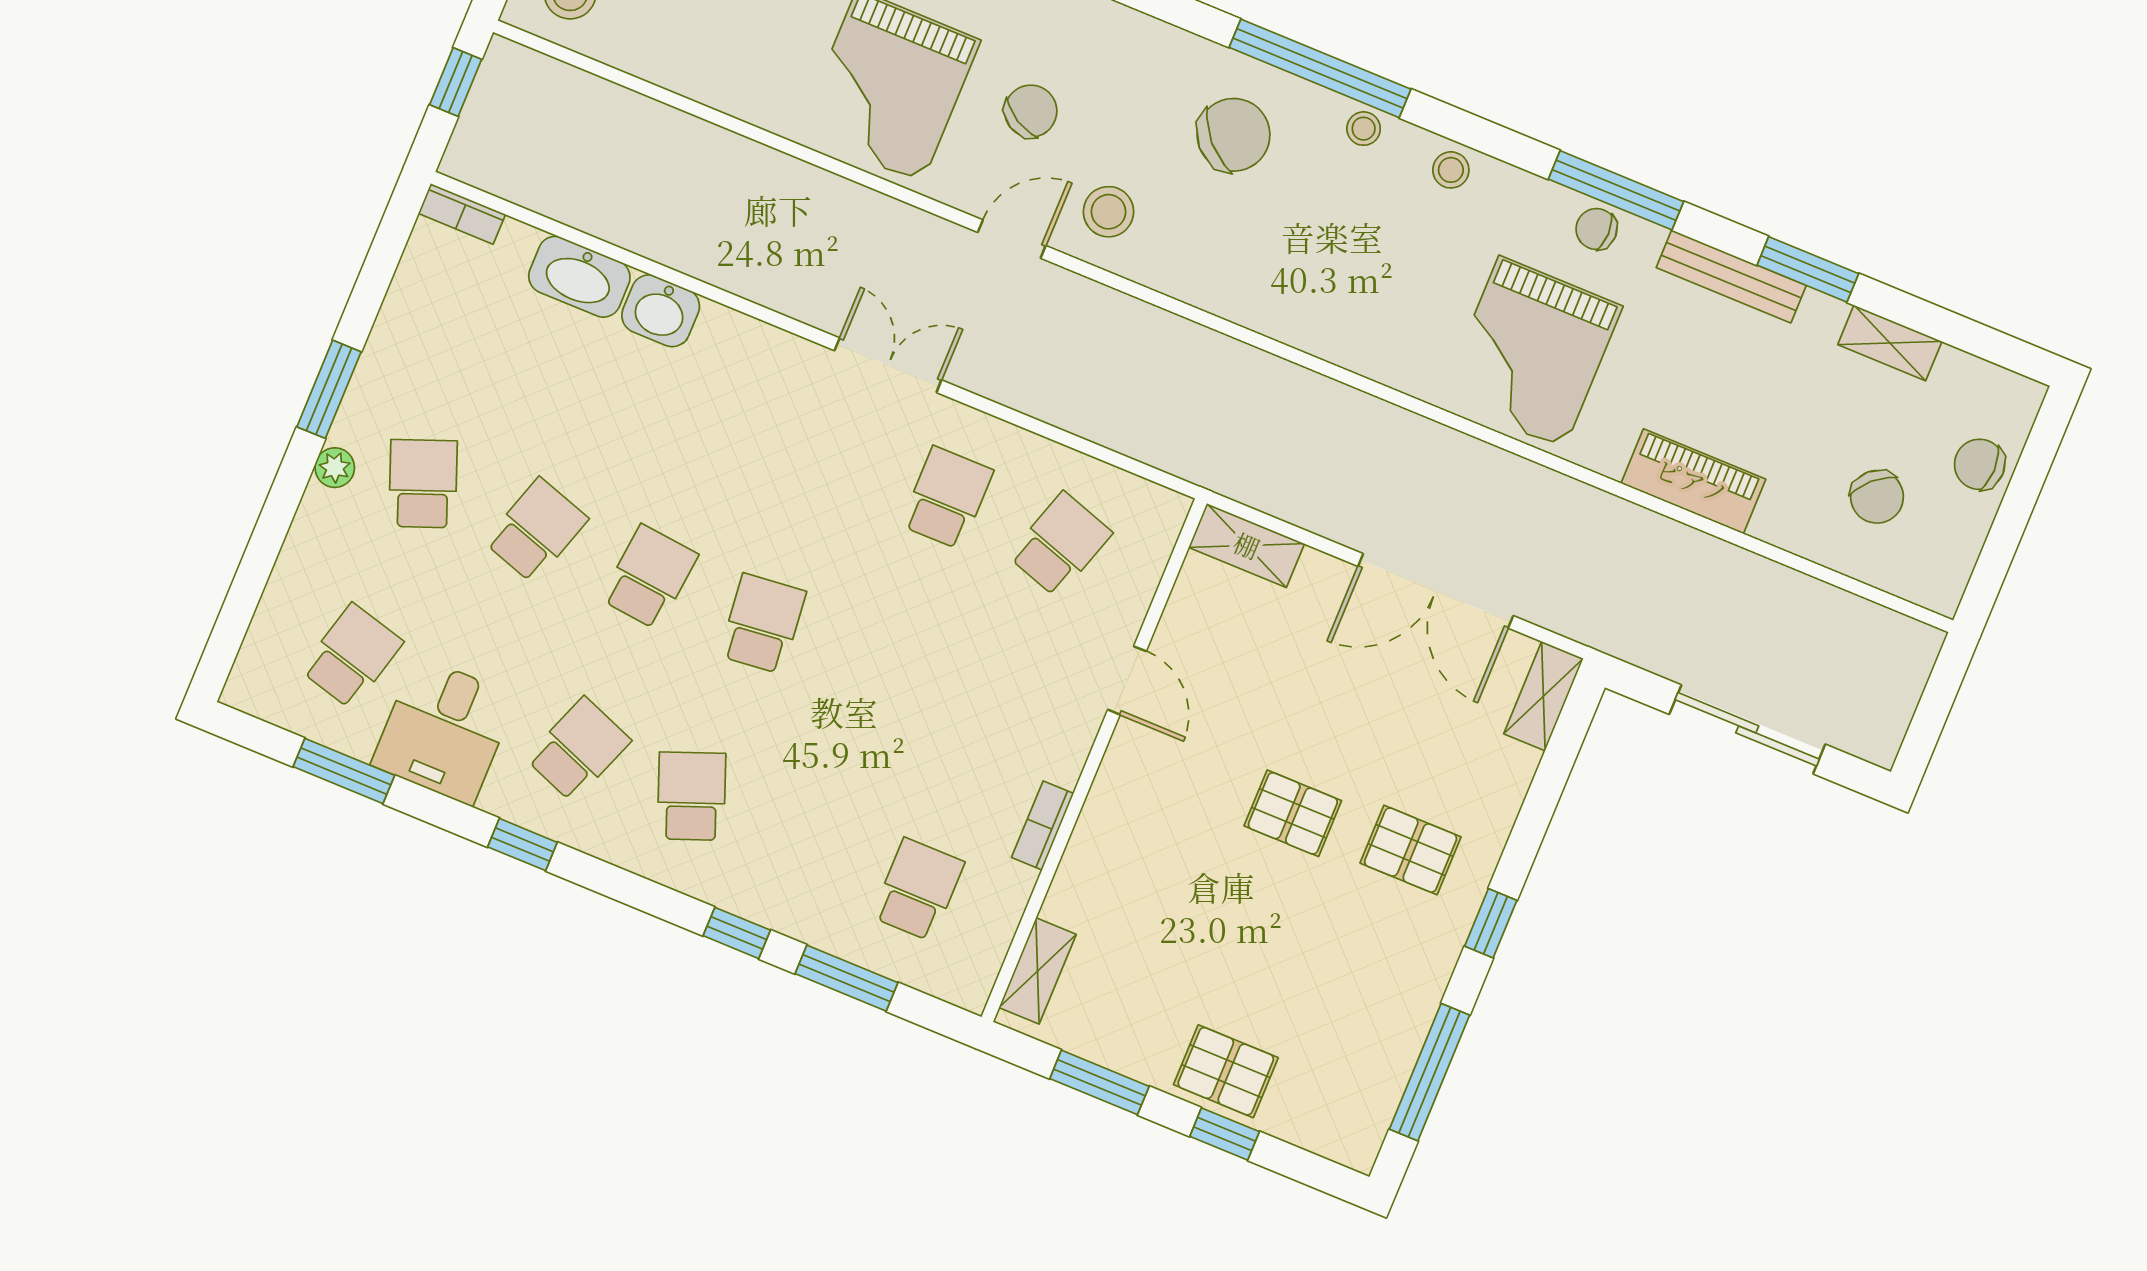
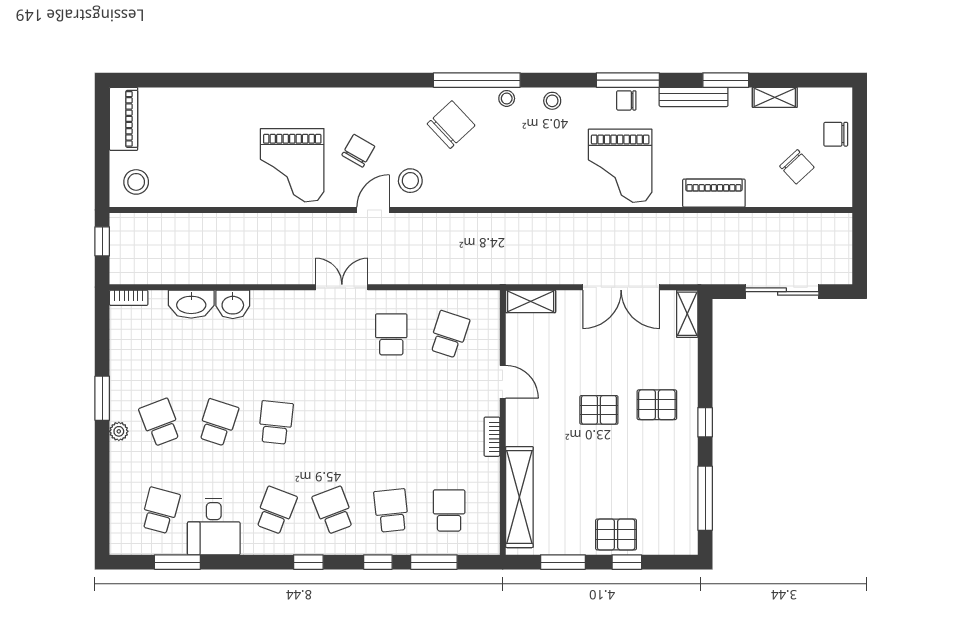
school desk: (763, 624) -> (391, 511), moved
bookcase: (1043, 825) -> (492, 437), moved
window: (522, 845) -> (308, 562), moved
shelving: (1038, 971) -> (519, 497), width x2.20, depth x1.33

